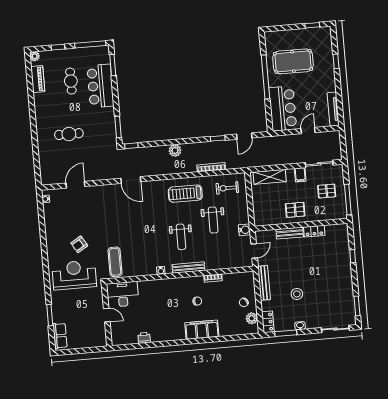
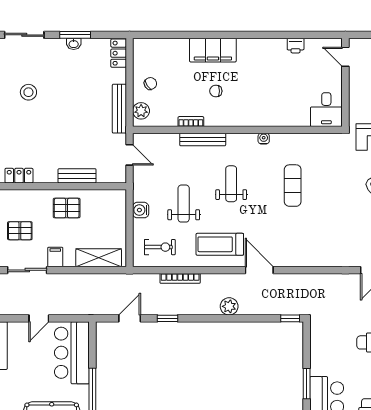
window: (118, 127) -> (307, 384), moved
door: (131, 180) -> (259, 270), moved
treadmill: (185, 194) -> (220, 244), turned 180
water cooler: (244, 230) -> (141, 210), moved
locker: (314, 231) -> (19, 176), moved
door: (254, 251) -> (129, 155), swing flipped
exercise mat: (115, 262) -> (293, 186), moved
bench: (188, 267) -> (203, 139), moved
desk: (123, 294) -> (326, 110), width x0.73
stool: (297, 294) -> (28, 92), moved
door: (107, 315) -> (345, 57), moved
plant: (252, 318) -> (141, 111), moved
window: (286, 333) -> (75, 35), moved

